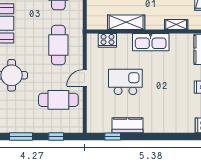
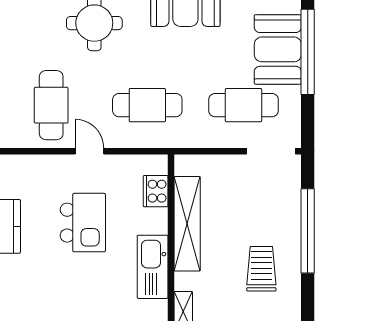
shelving: (126, 22) -> (187, 224), width x1.47

